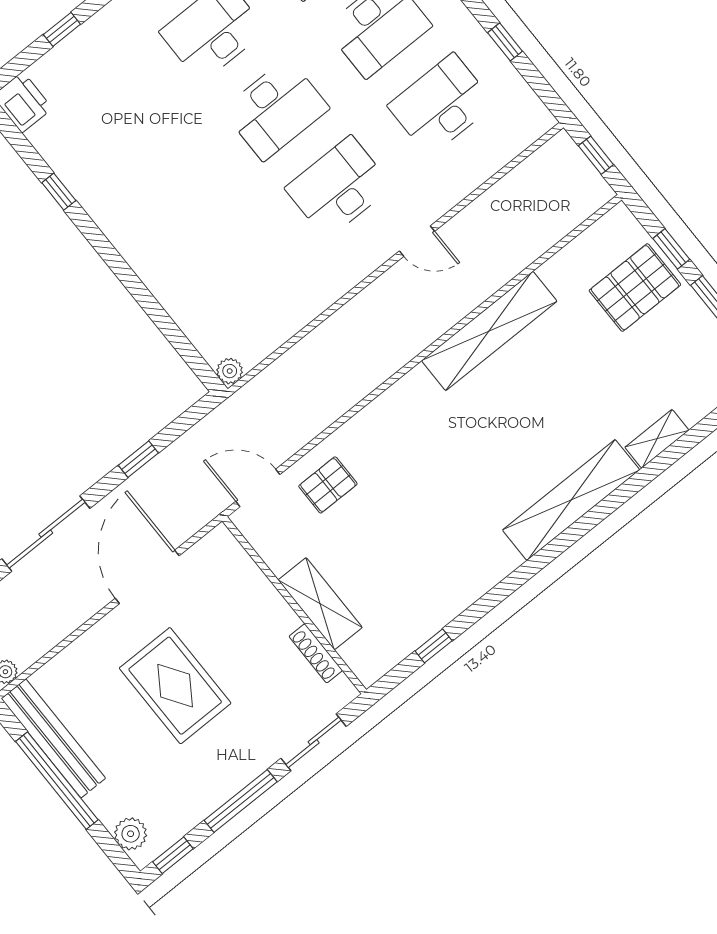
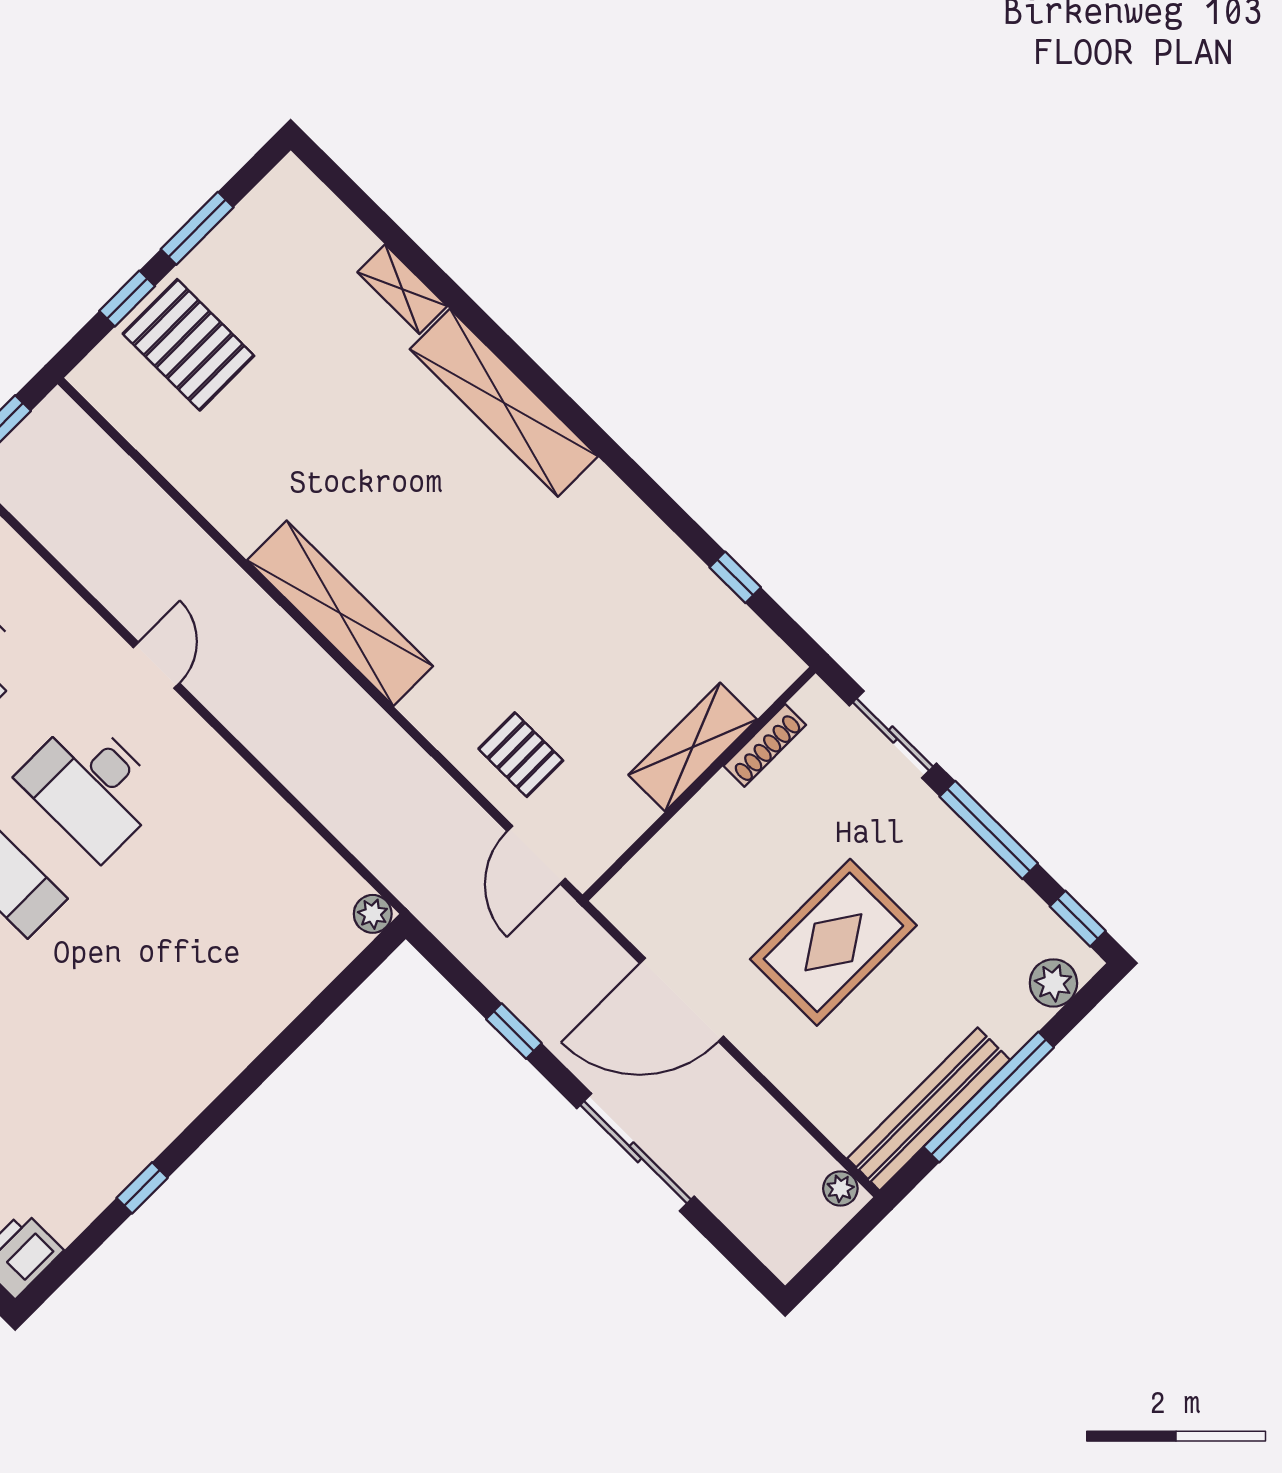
shelving: (489, 331) -> (340, 613), moved

